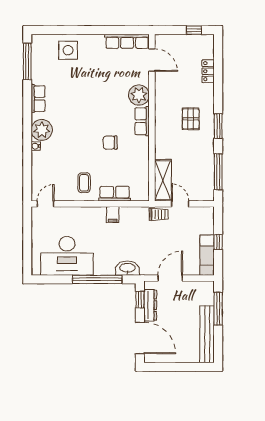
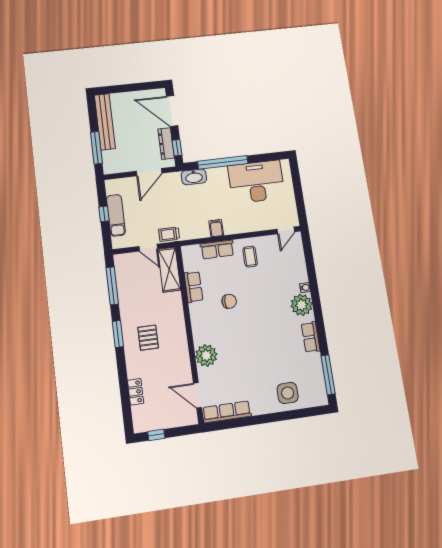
row of seats: (142, 121) -> (194, 287), moved
exam couch: (207, 255) -> (116, 215), moved

